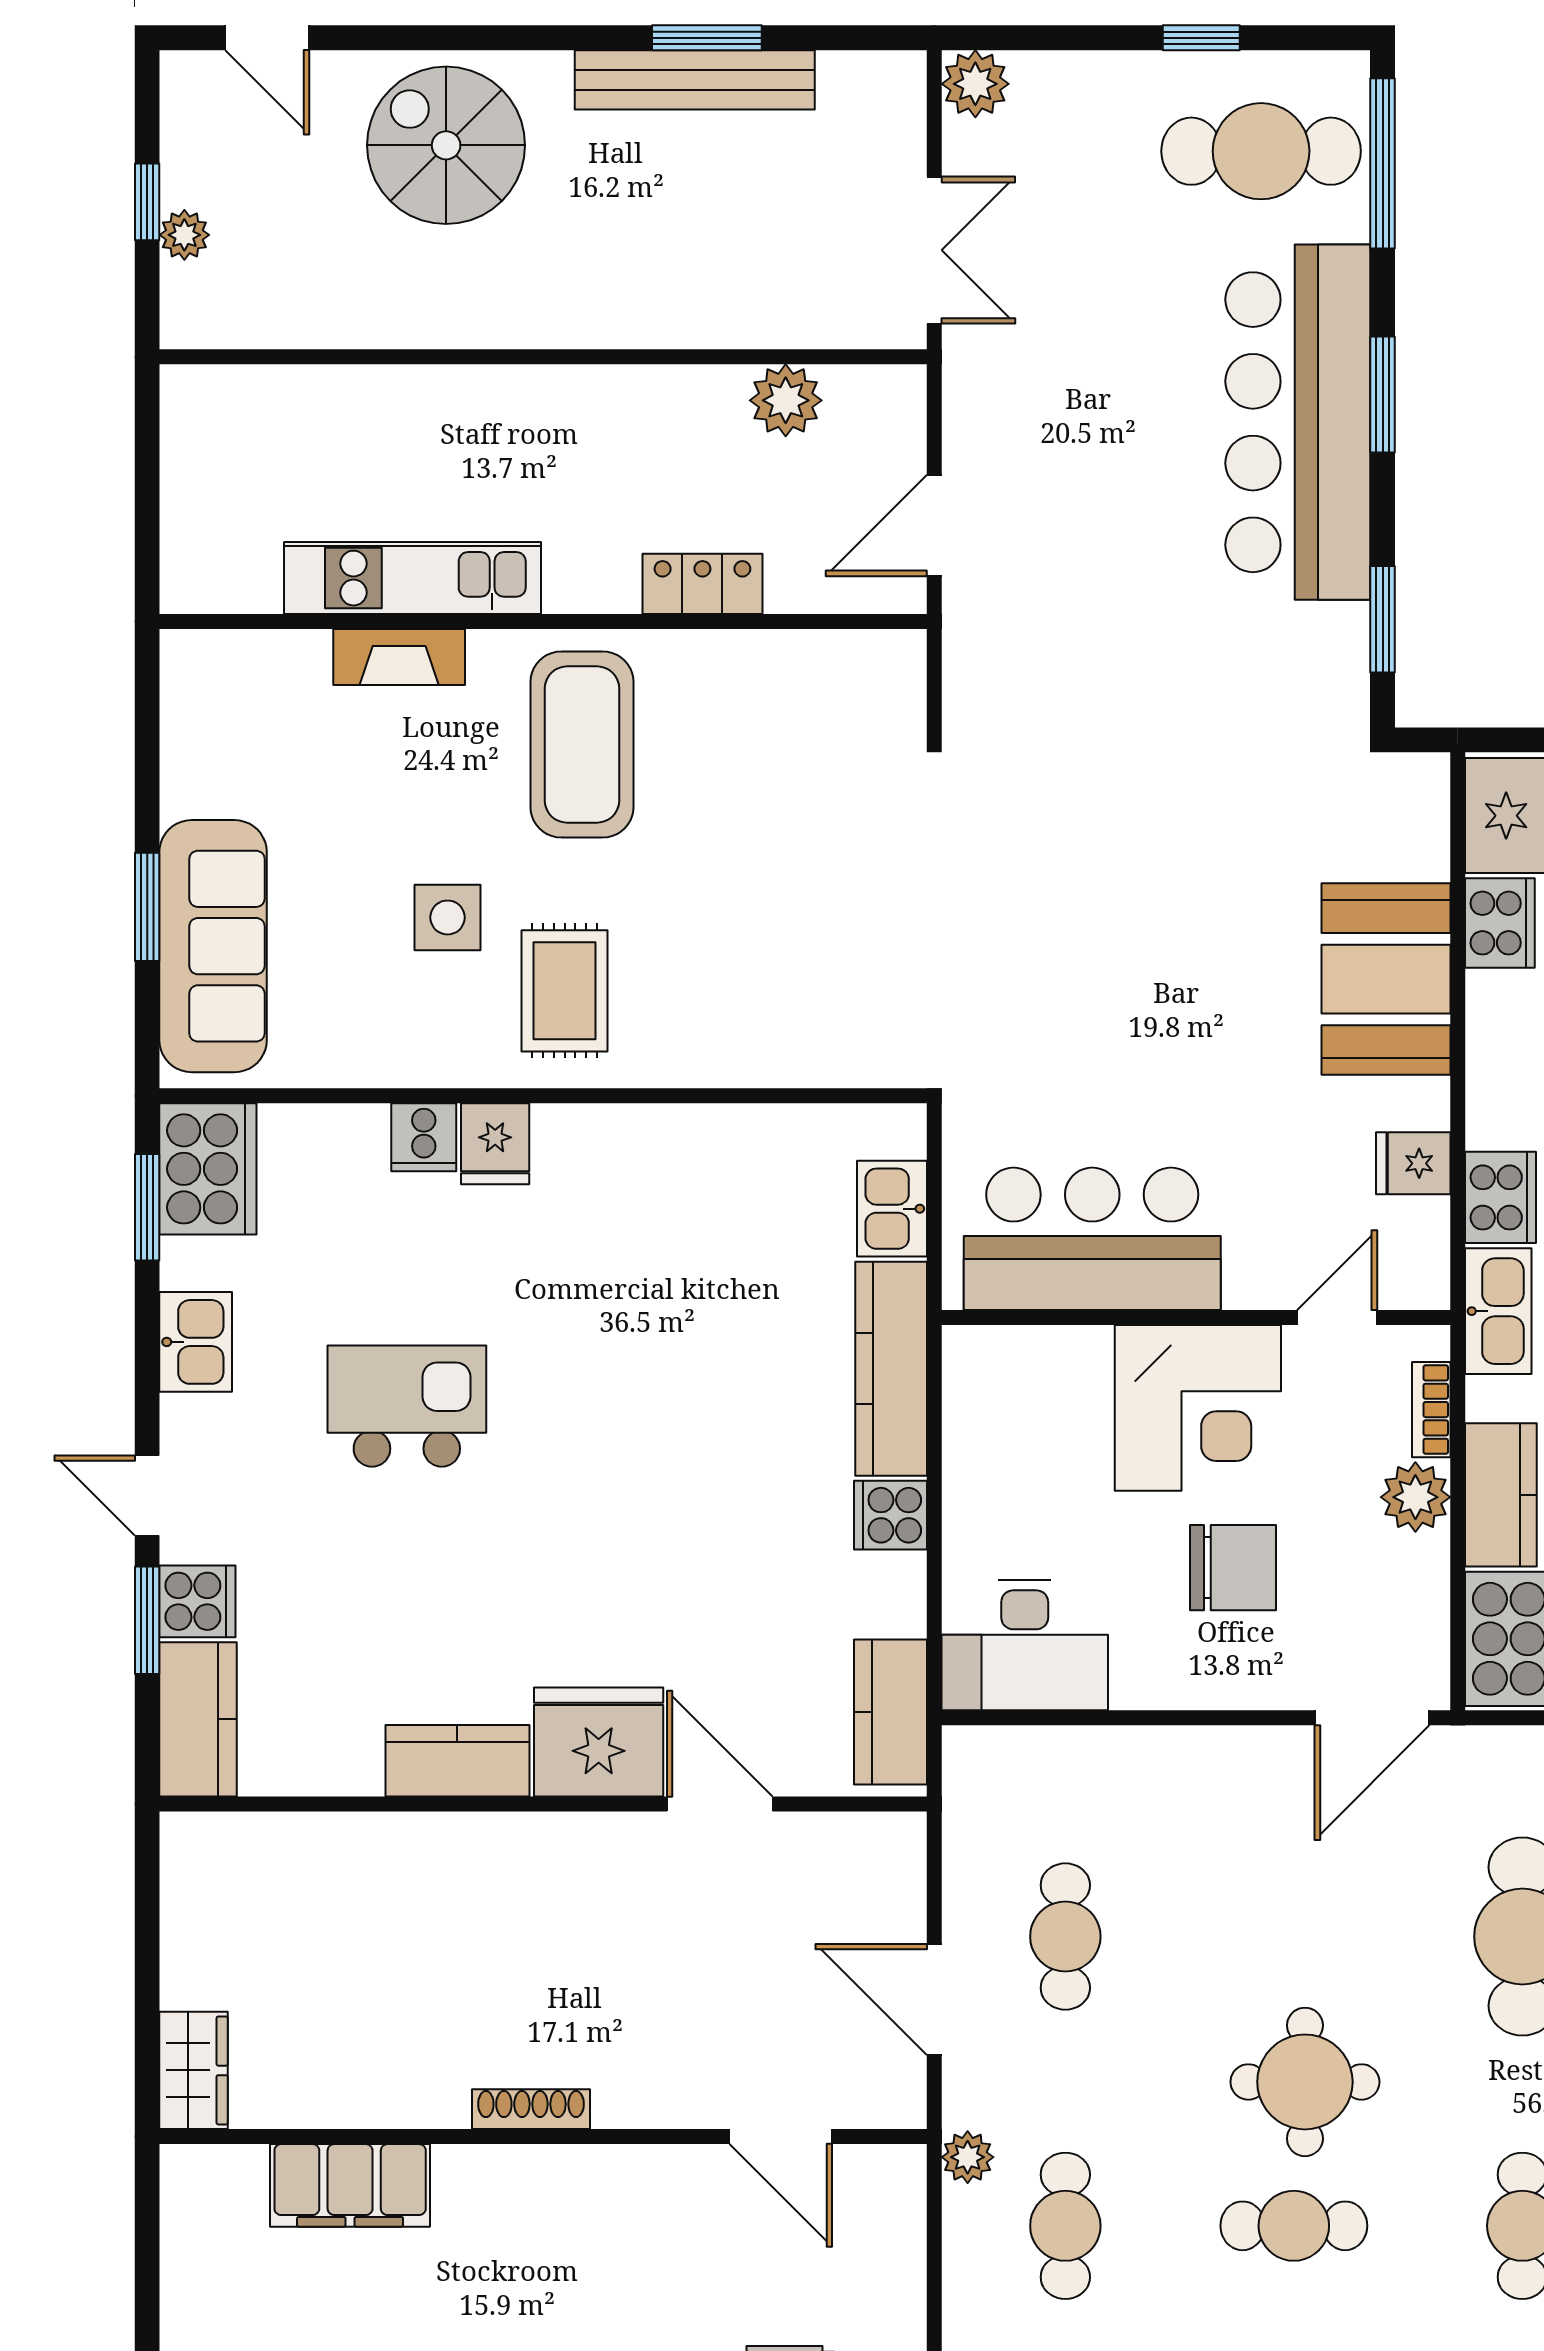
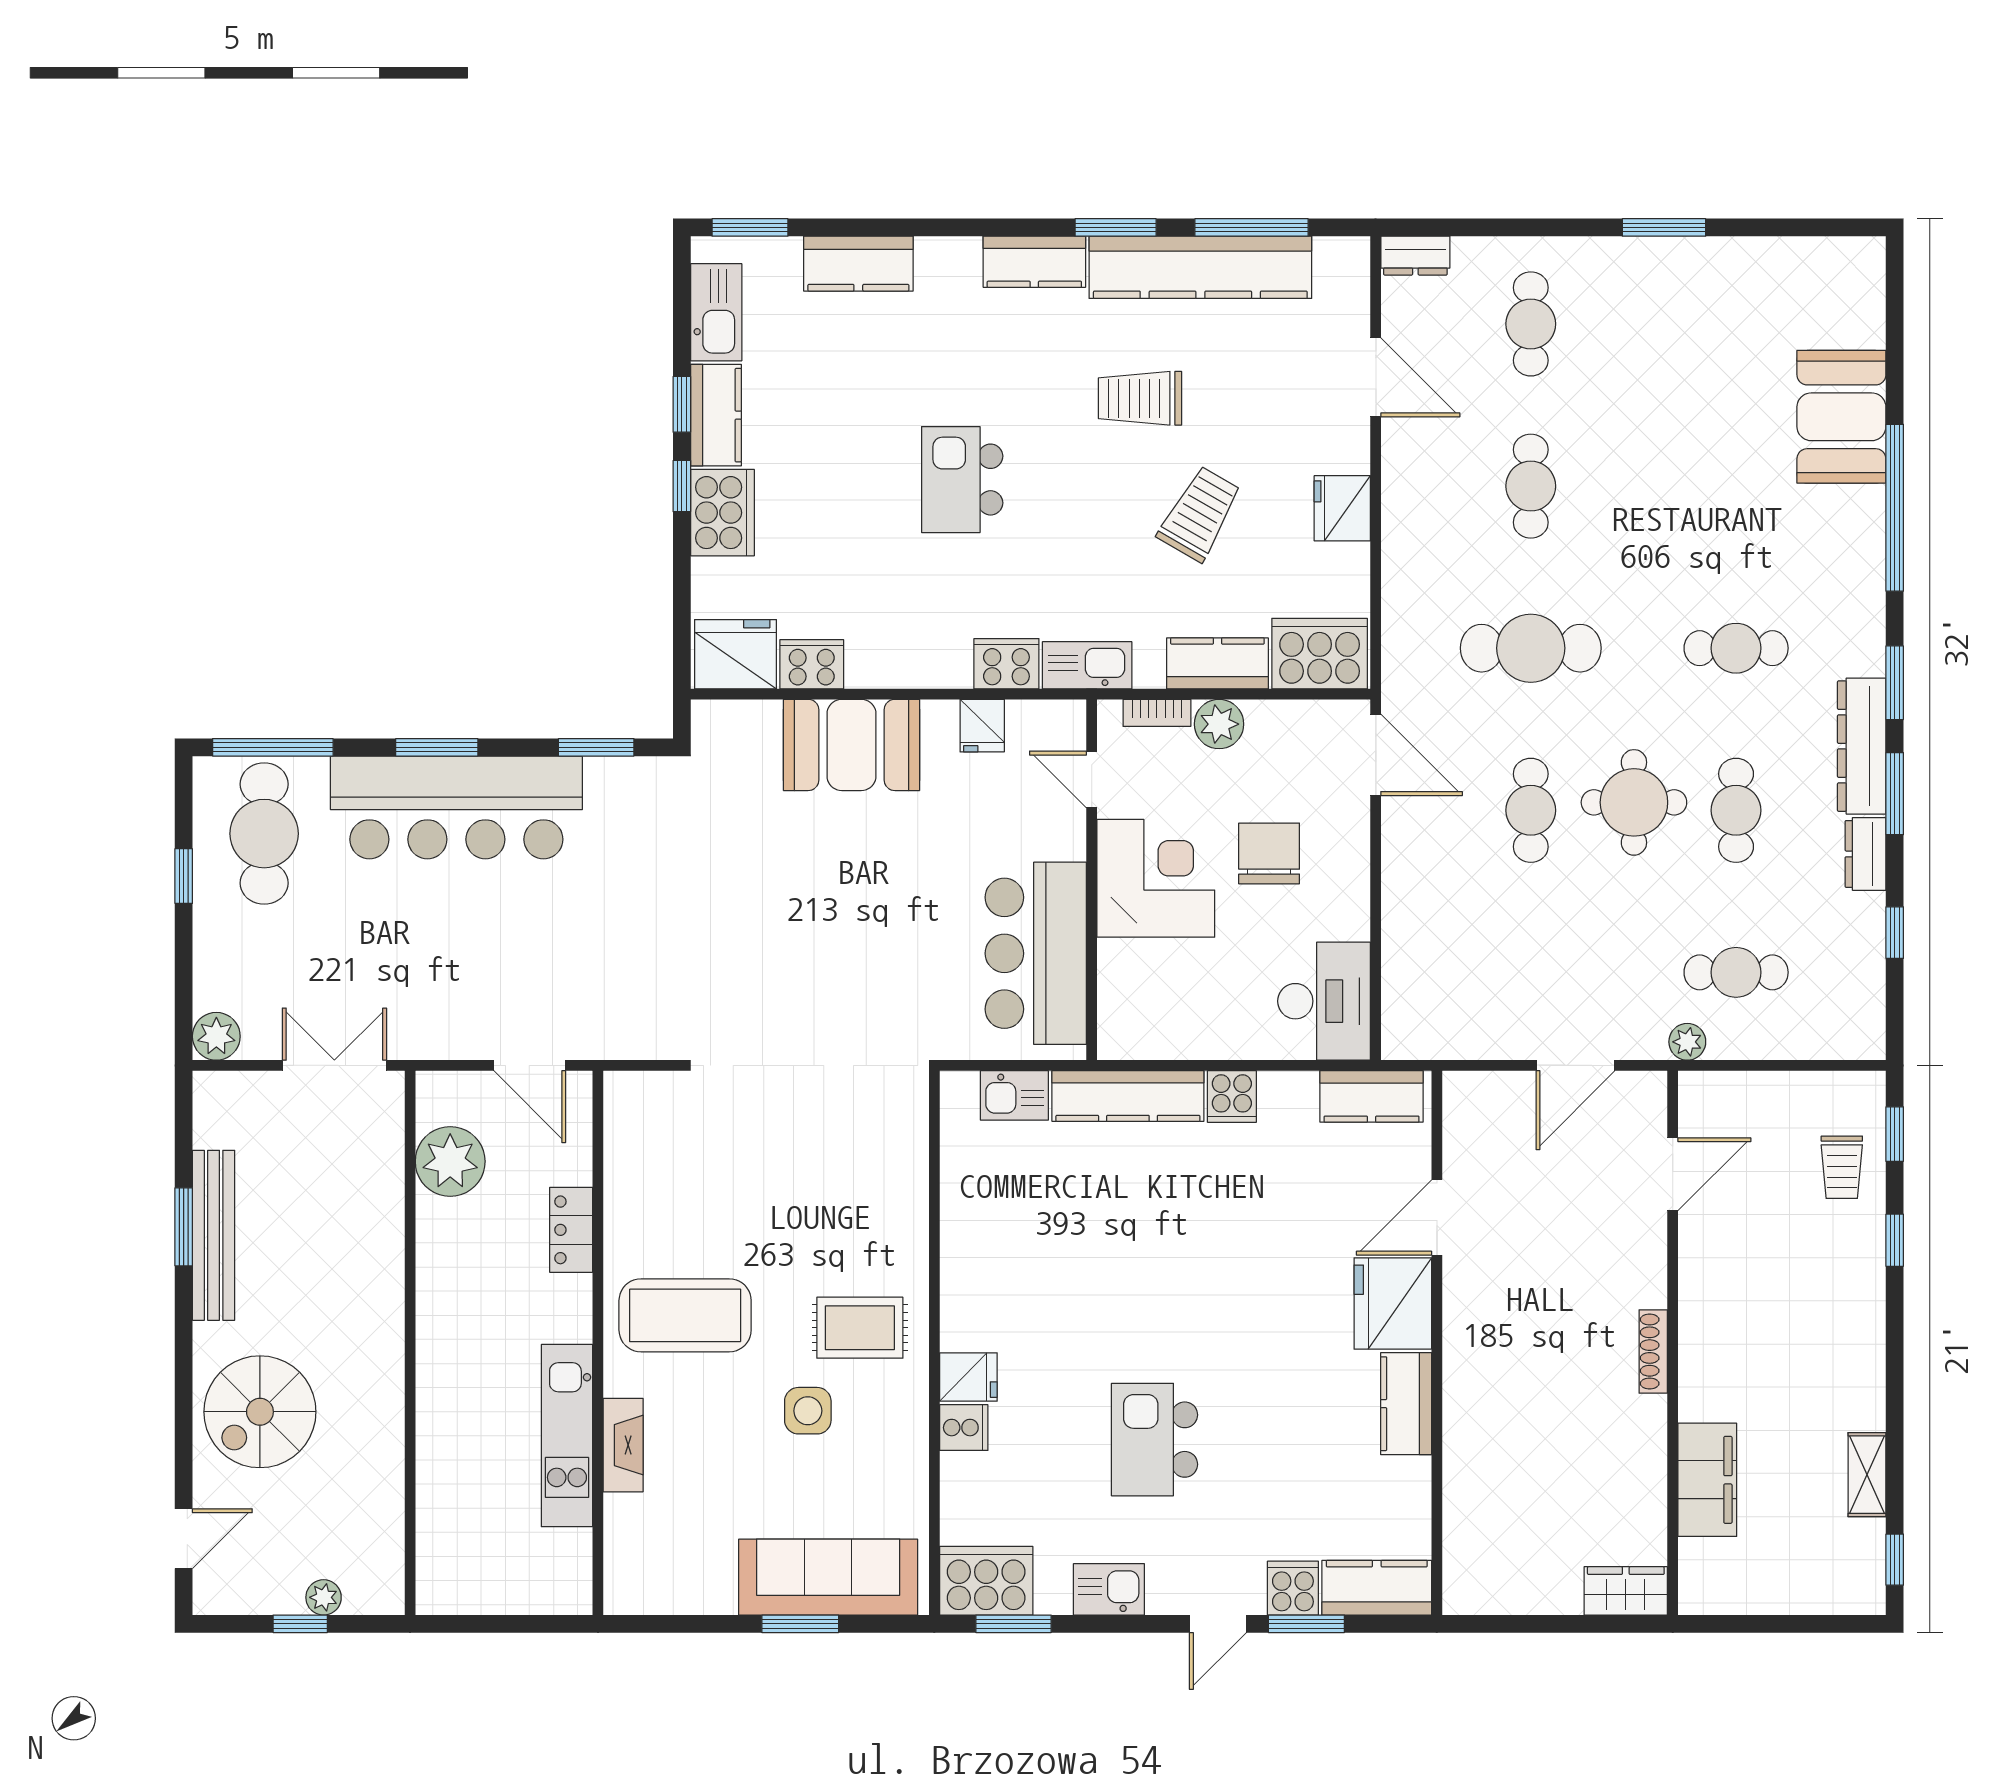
plant: (786, 400) -> (450, 1161), width x1.36, depth x1.36
cafe table: (1065, 1937) -> (1531, 810), moved, turned 90

